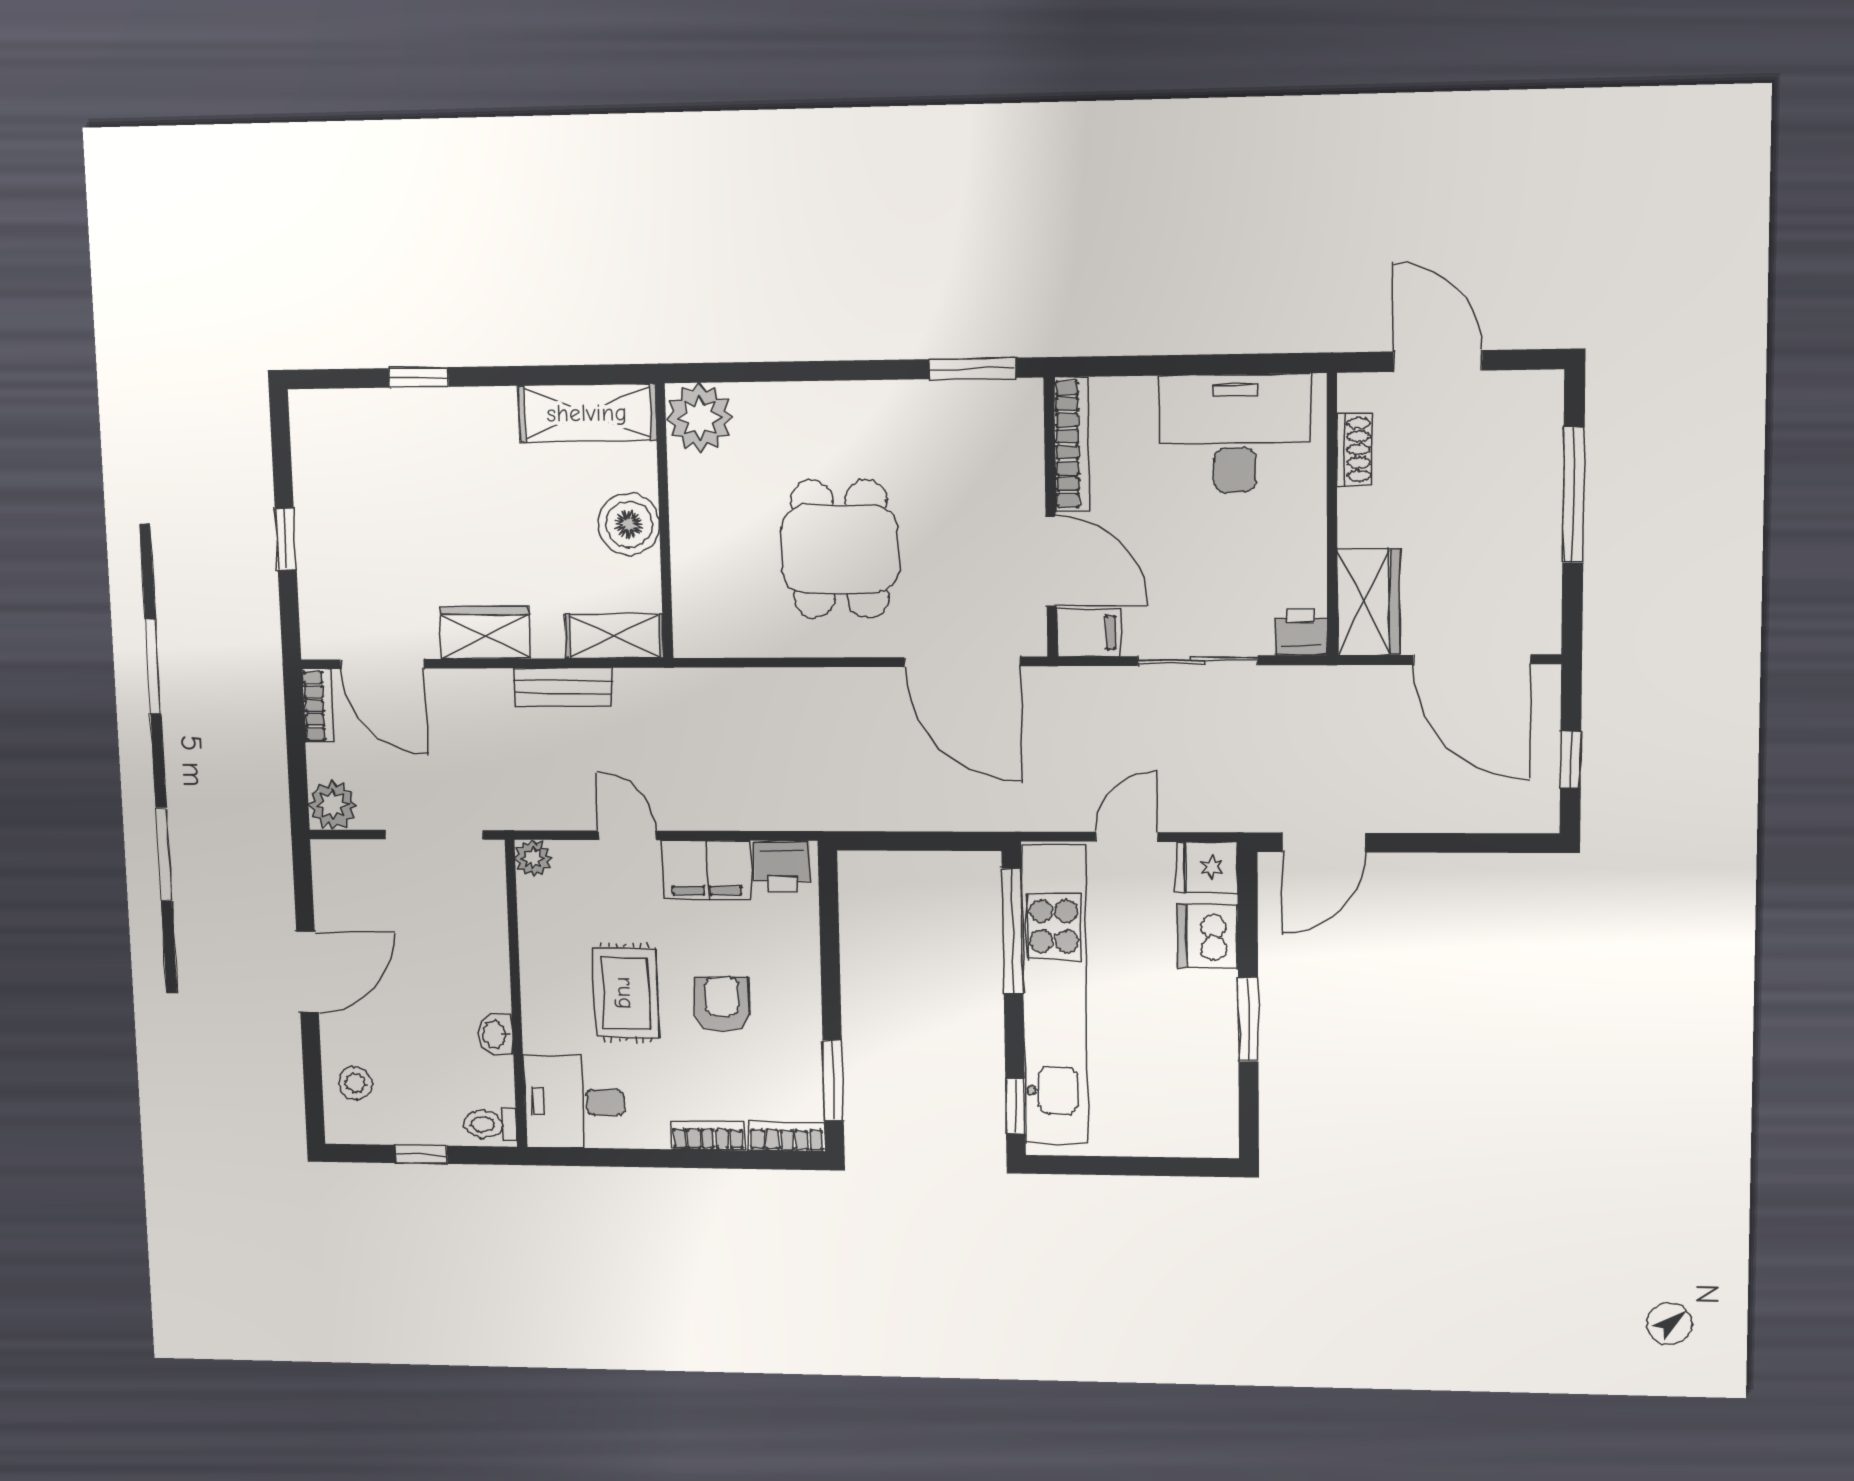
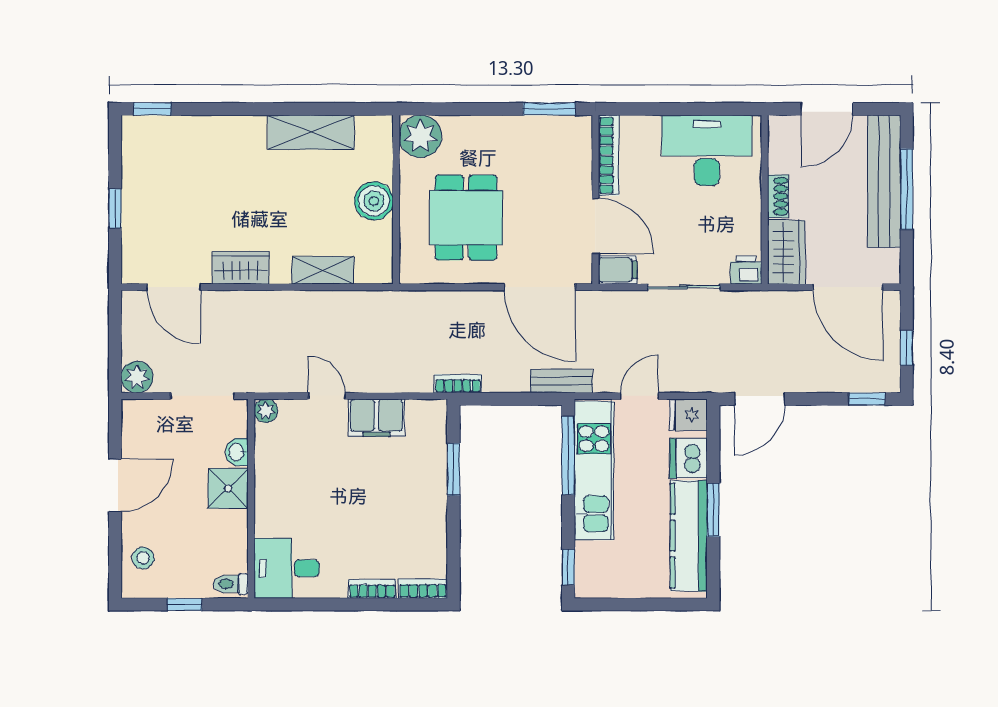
door: (1438, 361) -> (827, 109), swing flipped
window: (419, 377) -> (152, 109), moved
plant: (700, 418) -> (420, 136), moved
shoe rack: (1355, 450) -> (778, 196), moved
bench: (1535, 482) -> (884, 181), added
wall: (664, 522) -> (396, 200), moved
boiler: (629, 524) -> (374, 201), moved
bench: (563, 687) -> (561, 381), moved
bookcase: (318, 706) -> (458, 384), moved, turned -90
window: (1503, 843) -> (867, 399), added
printer: (782, 866) -> (425, 415), removed
shower: (480, 978) -> (228, 488), added
rug: (626, 993) -> (322, 497), removed
kitchen unit: (1055, 995) -> (594, 471), width x0.73
armchair: (722, 1004) -> (384, 504), removed
washbasin: (496, 1034) -> (237, 452), moved
kitchen counter: (1209, 1060) -> (689, 536), added
window: (833, 1080) -> (453, 469), moved

